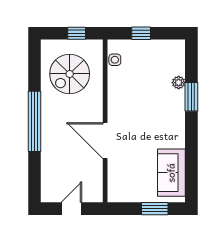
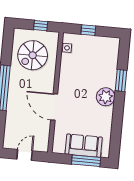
plant: (179, 83) -> (106, 97), moved, width x1.88, depth x1.88
sofa: (171, 173) -> (84, 146), moved, turned 90
window: (155, 209) -> (86, 161), width x1.44

